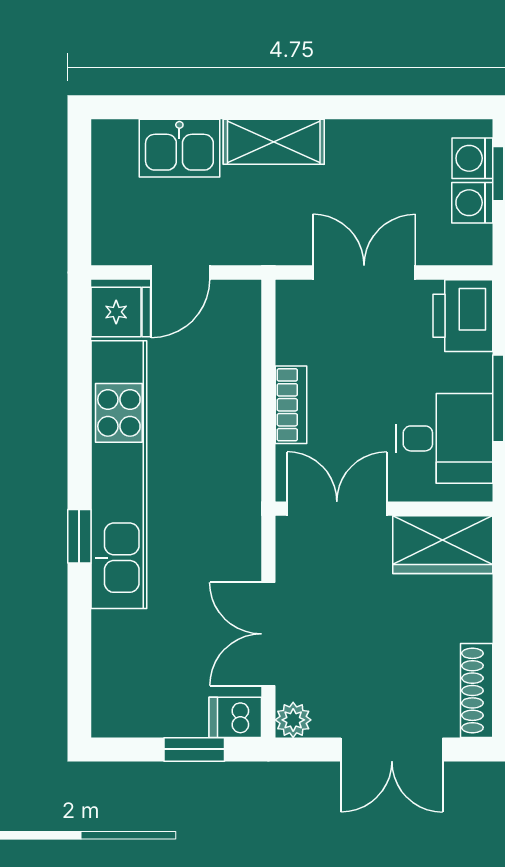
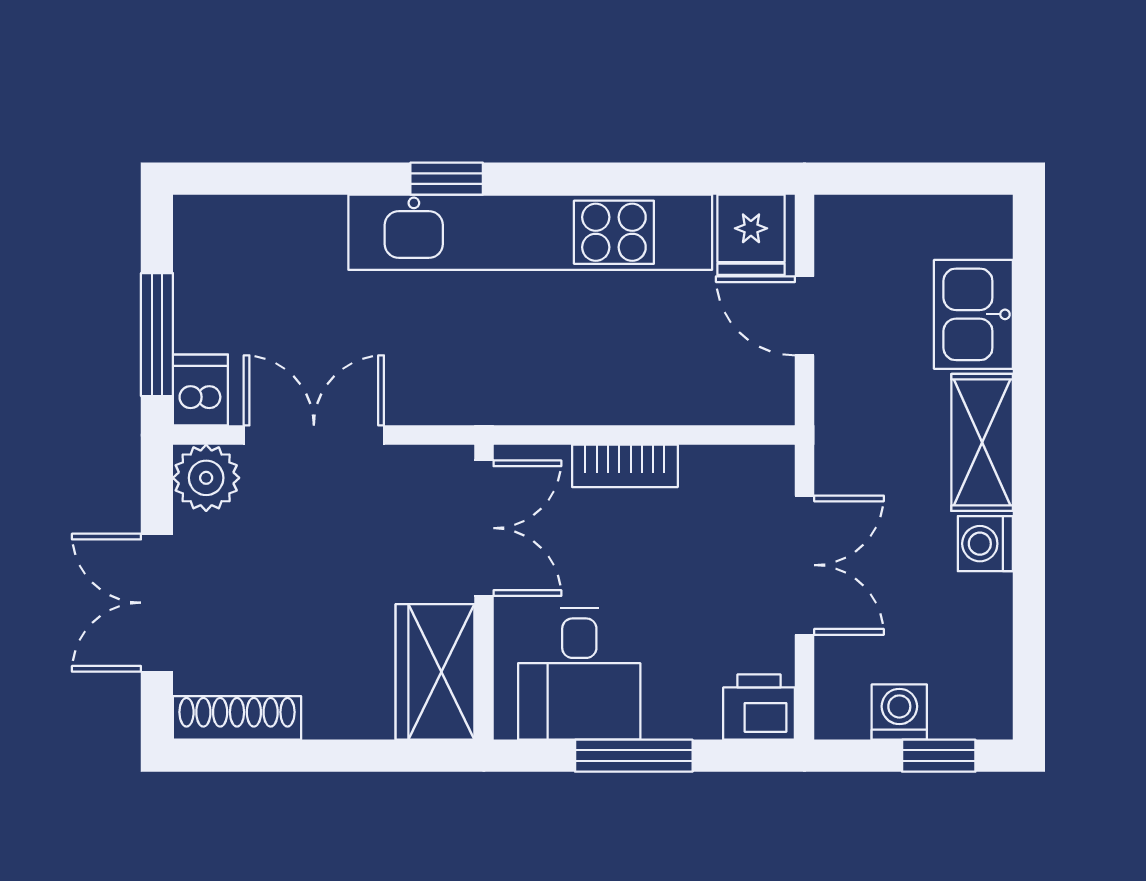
washing machine: (472, 158) -> (985, 544), moved, turned -90
printer: (463, 316) -> (759, 707), width x0.73, depth x0.81
plant: (293, 720) -> (206, 478), width x1.38, depth x1.38
window: (194, 749) -> (157, 335), width x1.50

